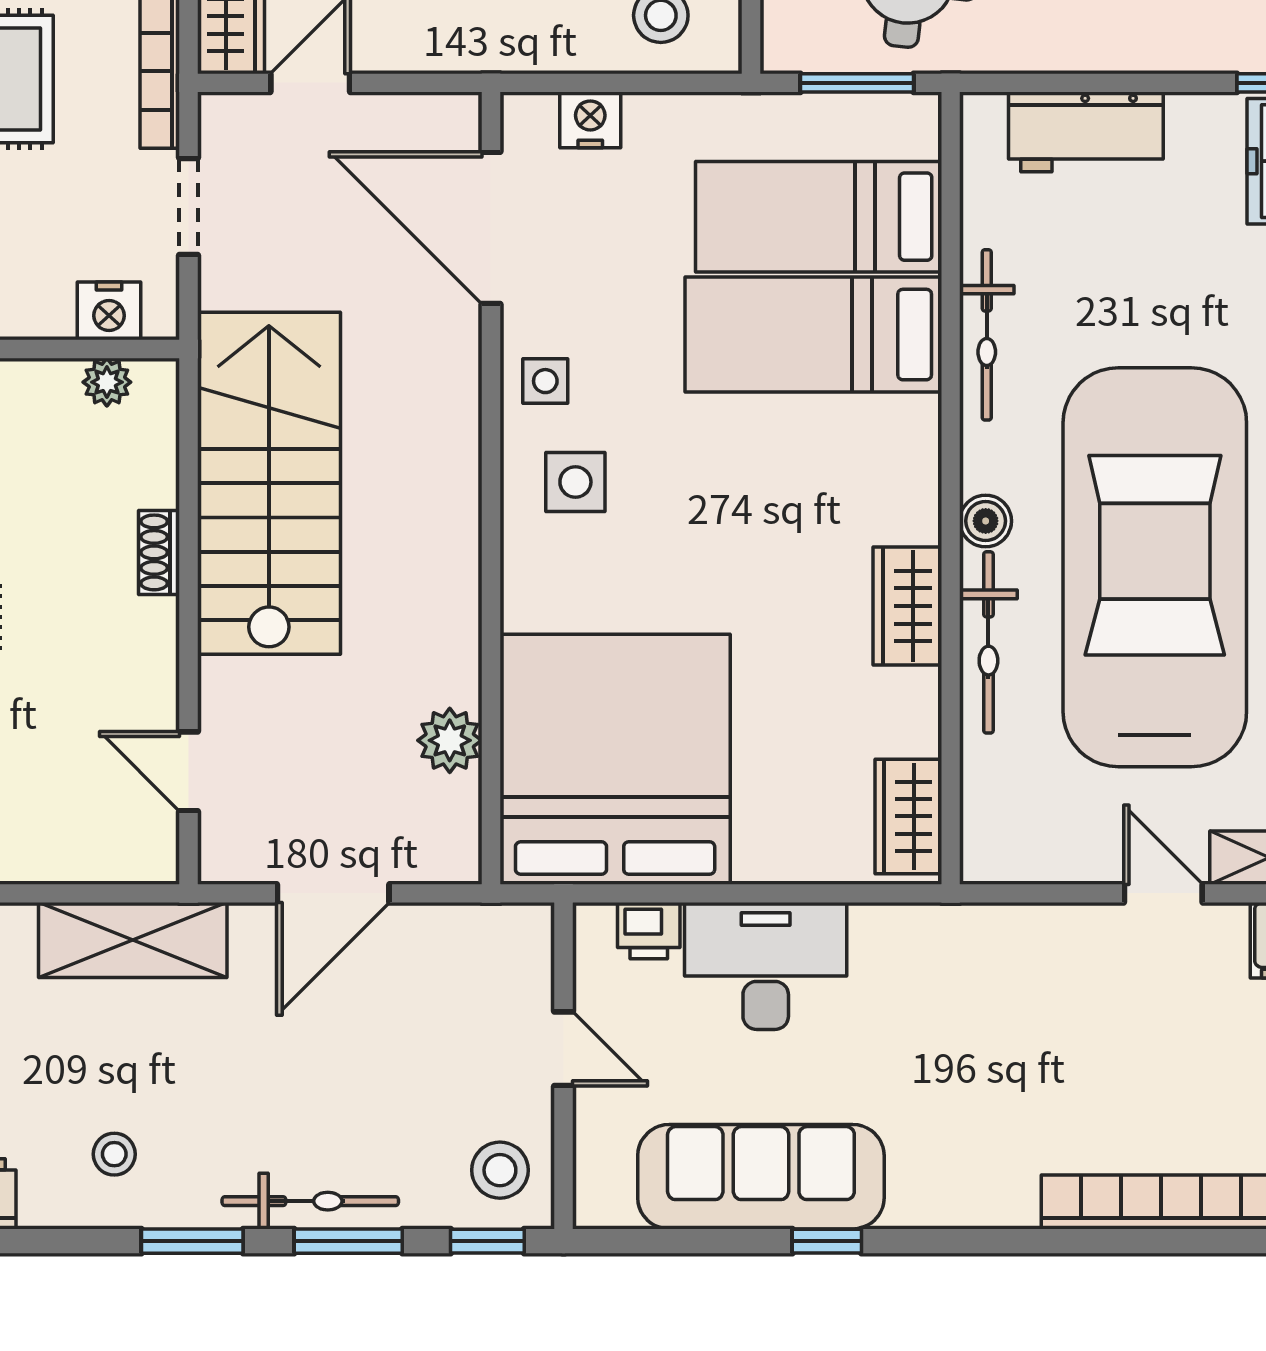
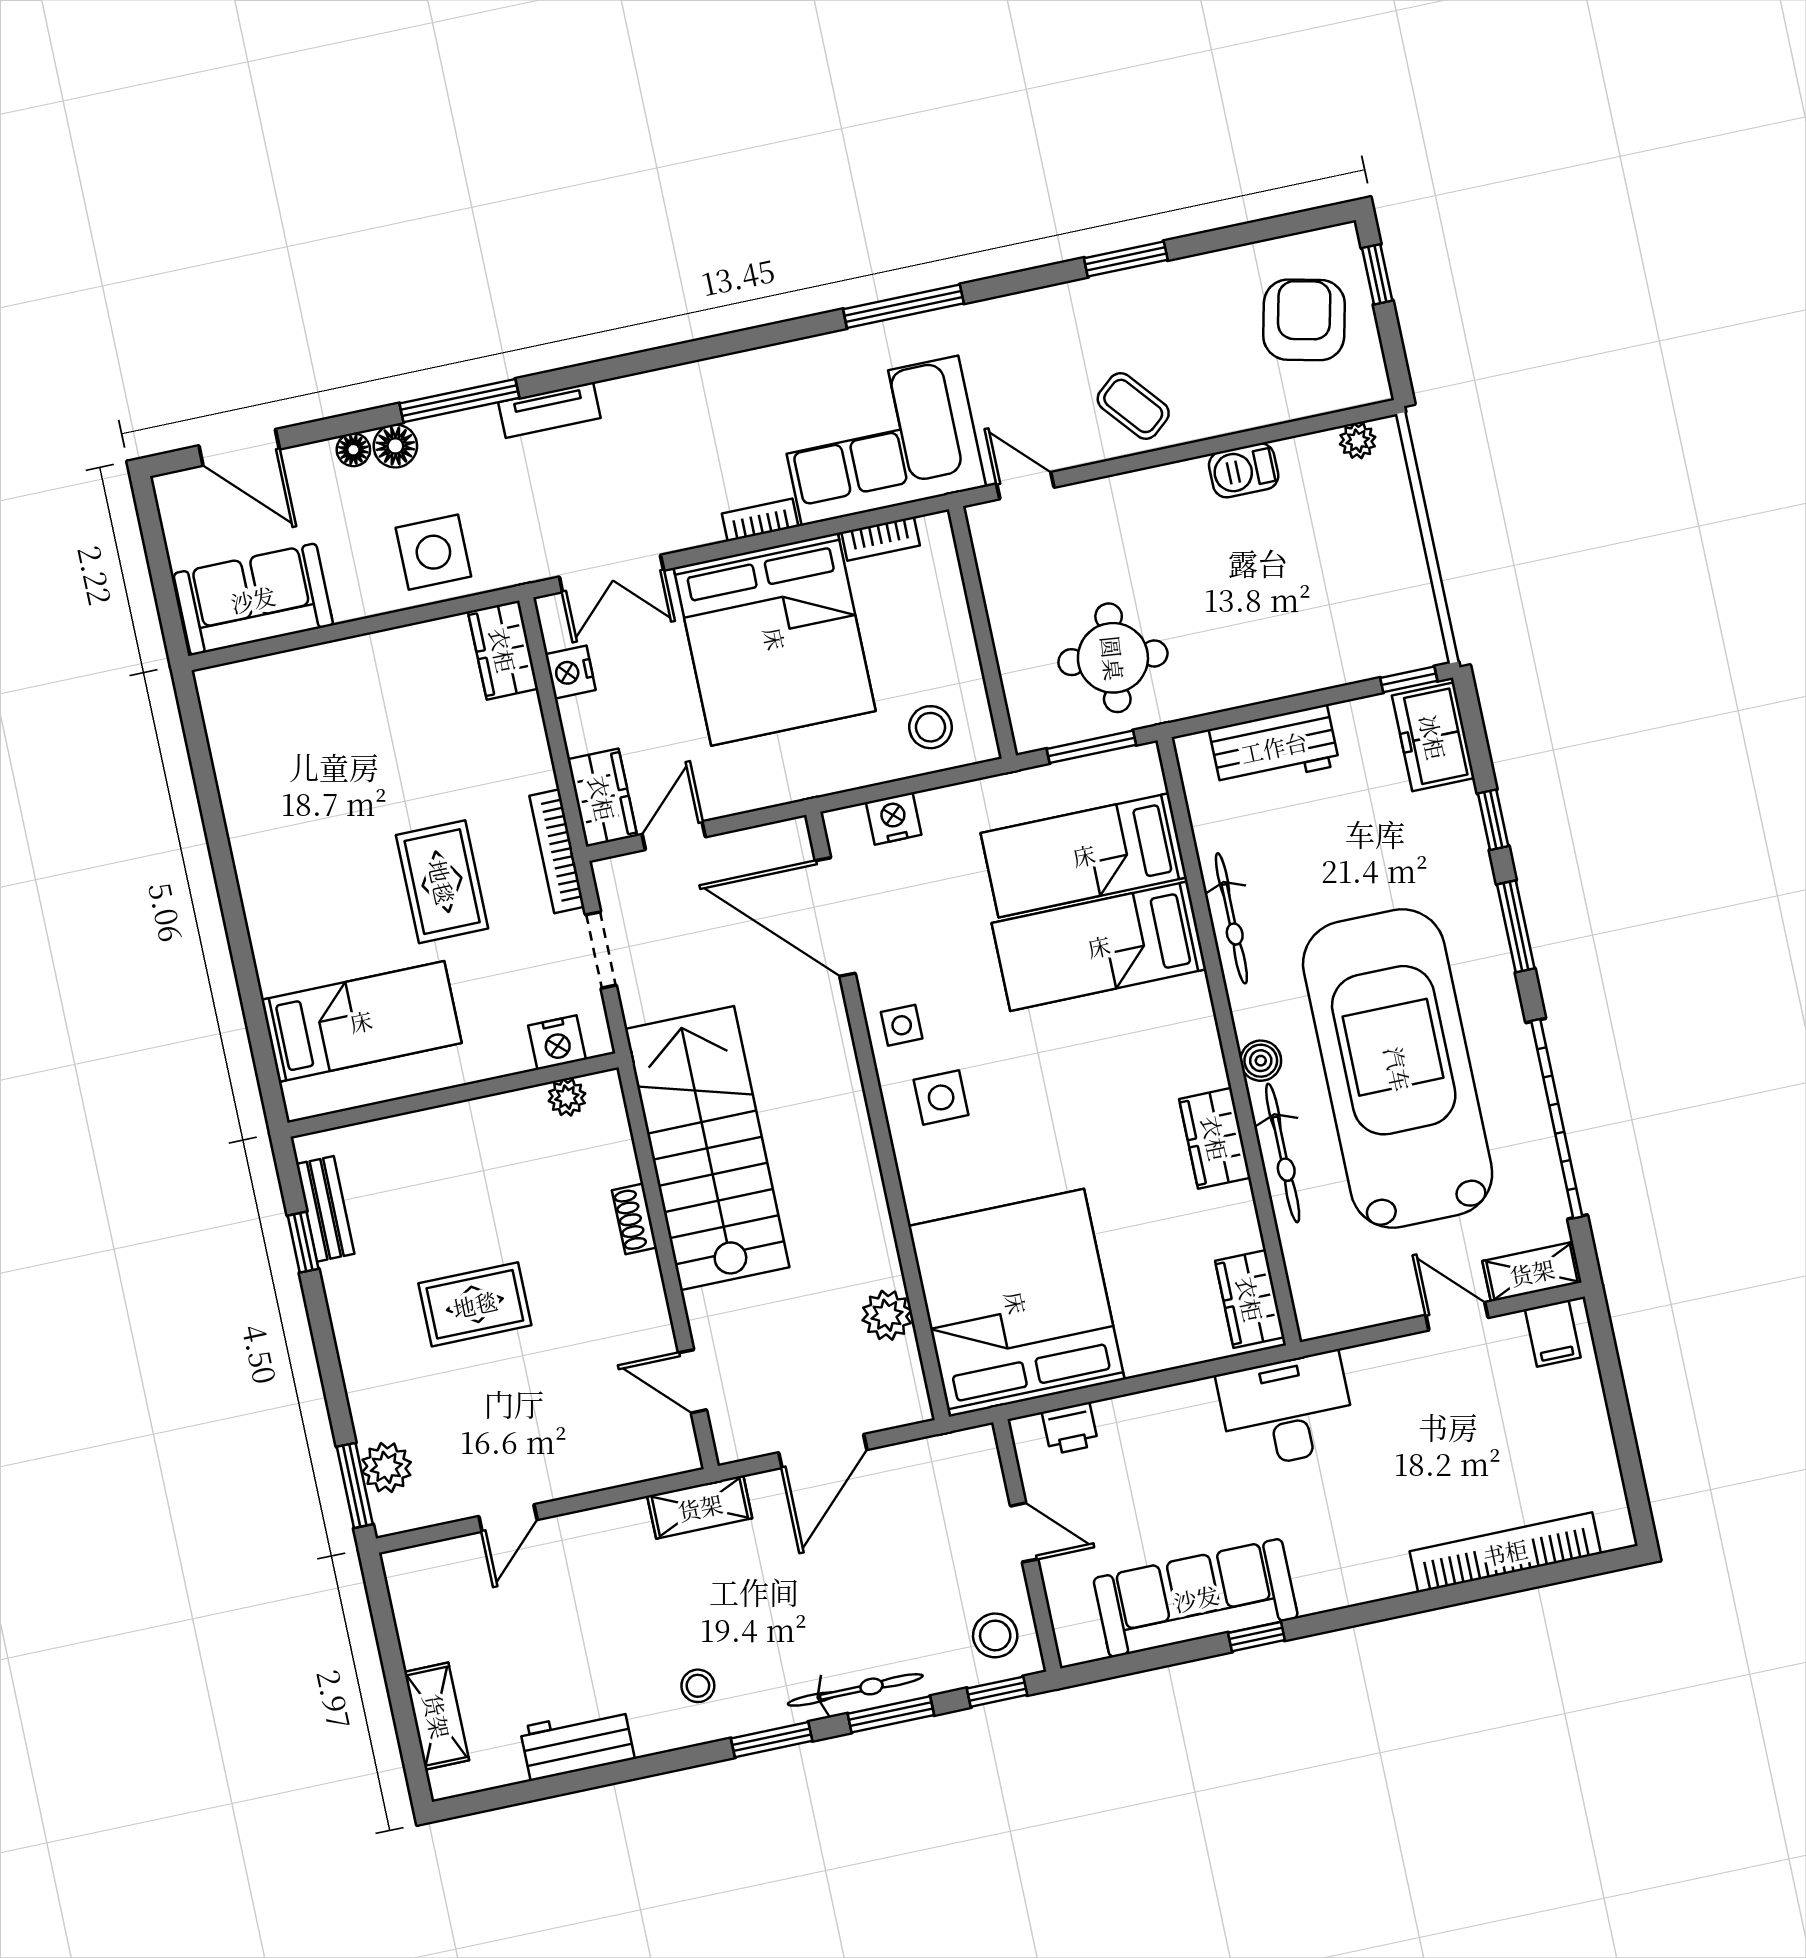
shelving: (133, 940) -> (700, 1507), width x0.67, depth x0.75
desk: (766, 966) -> (1287, 1410), moved

